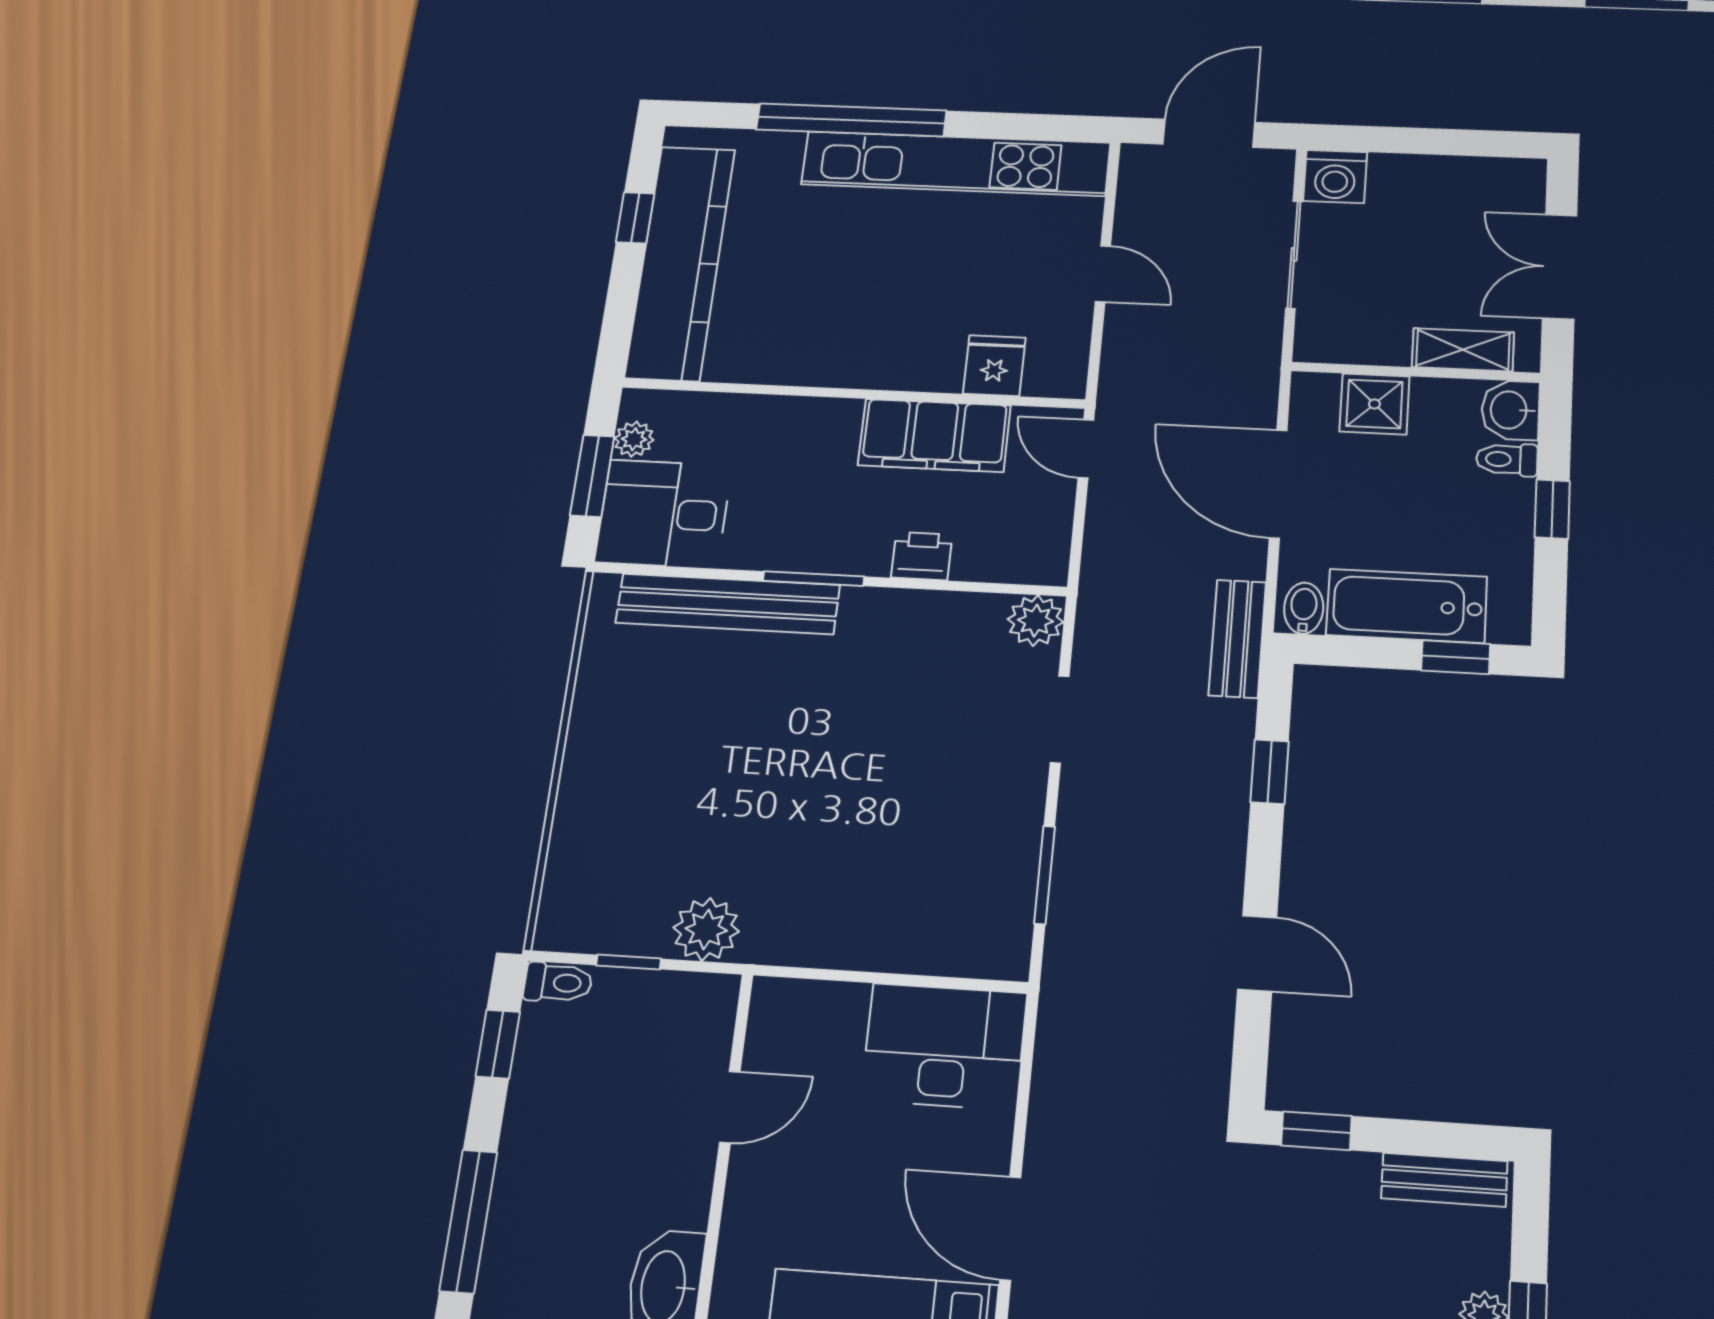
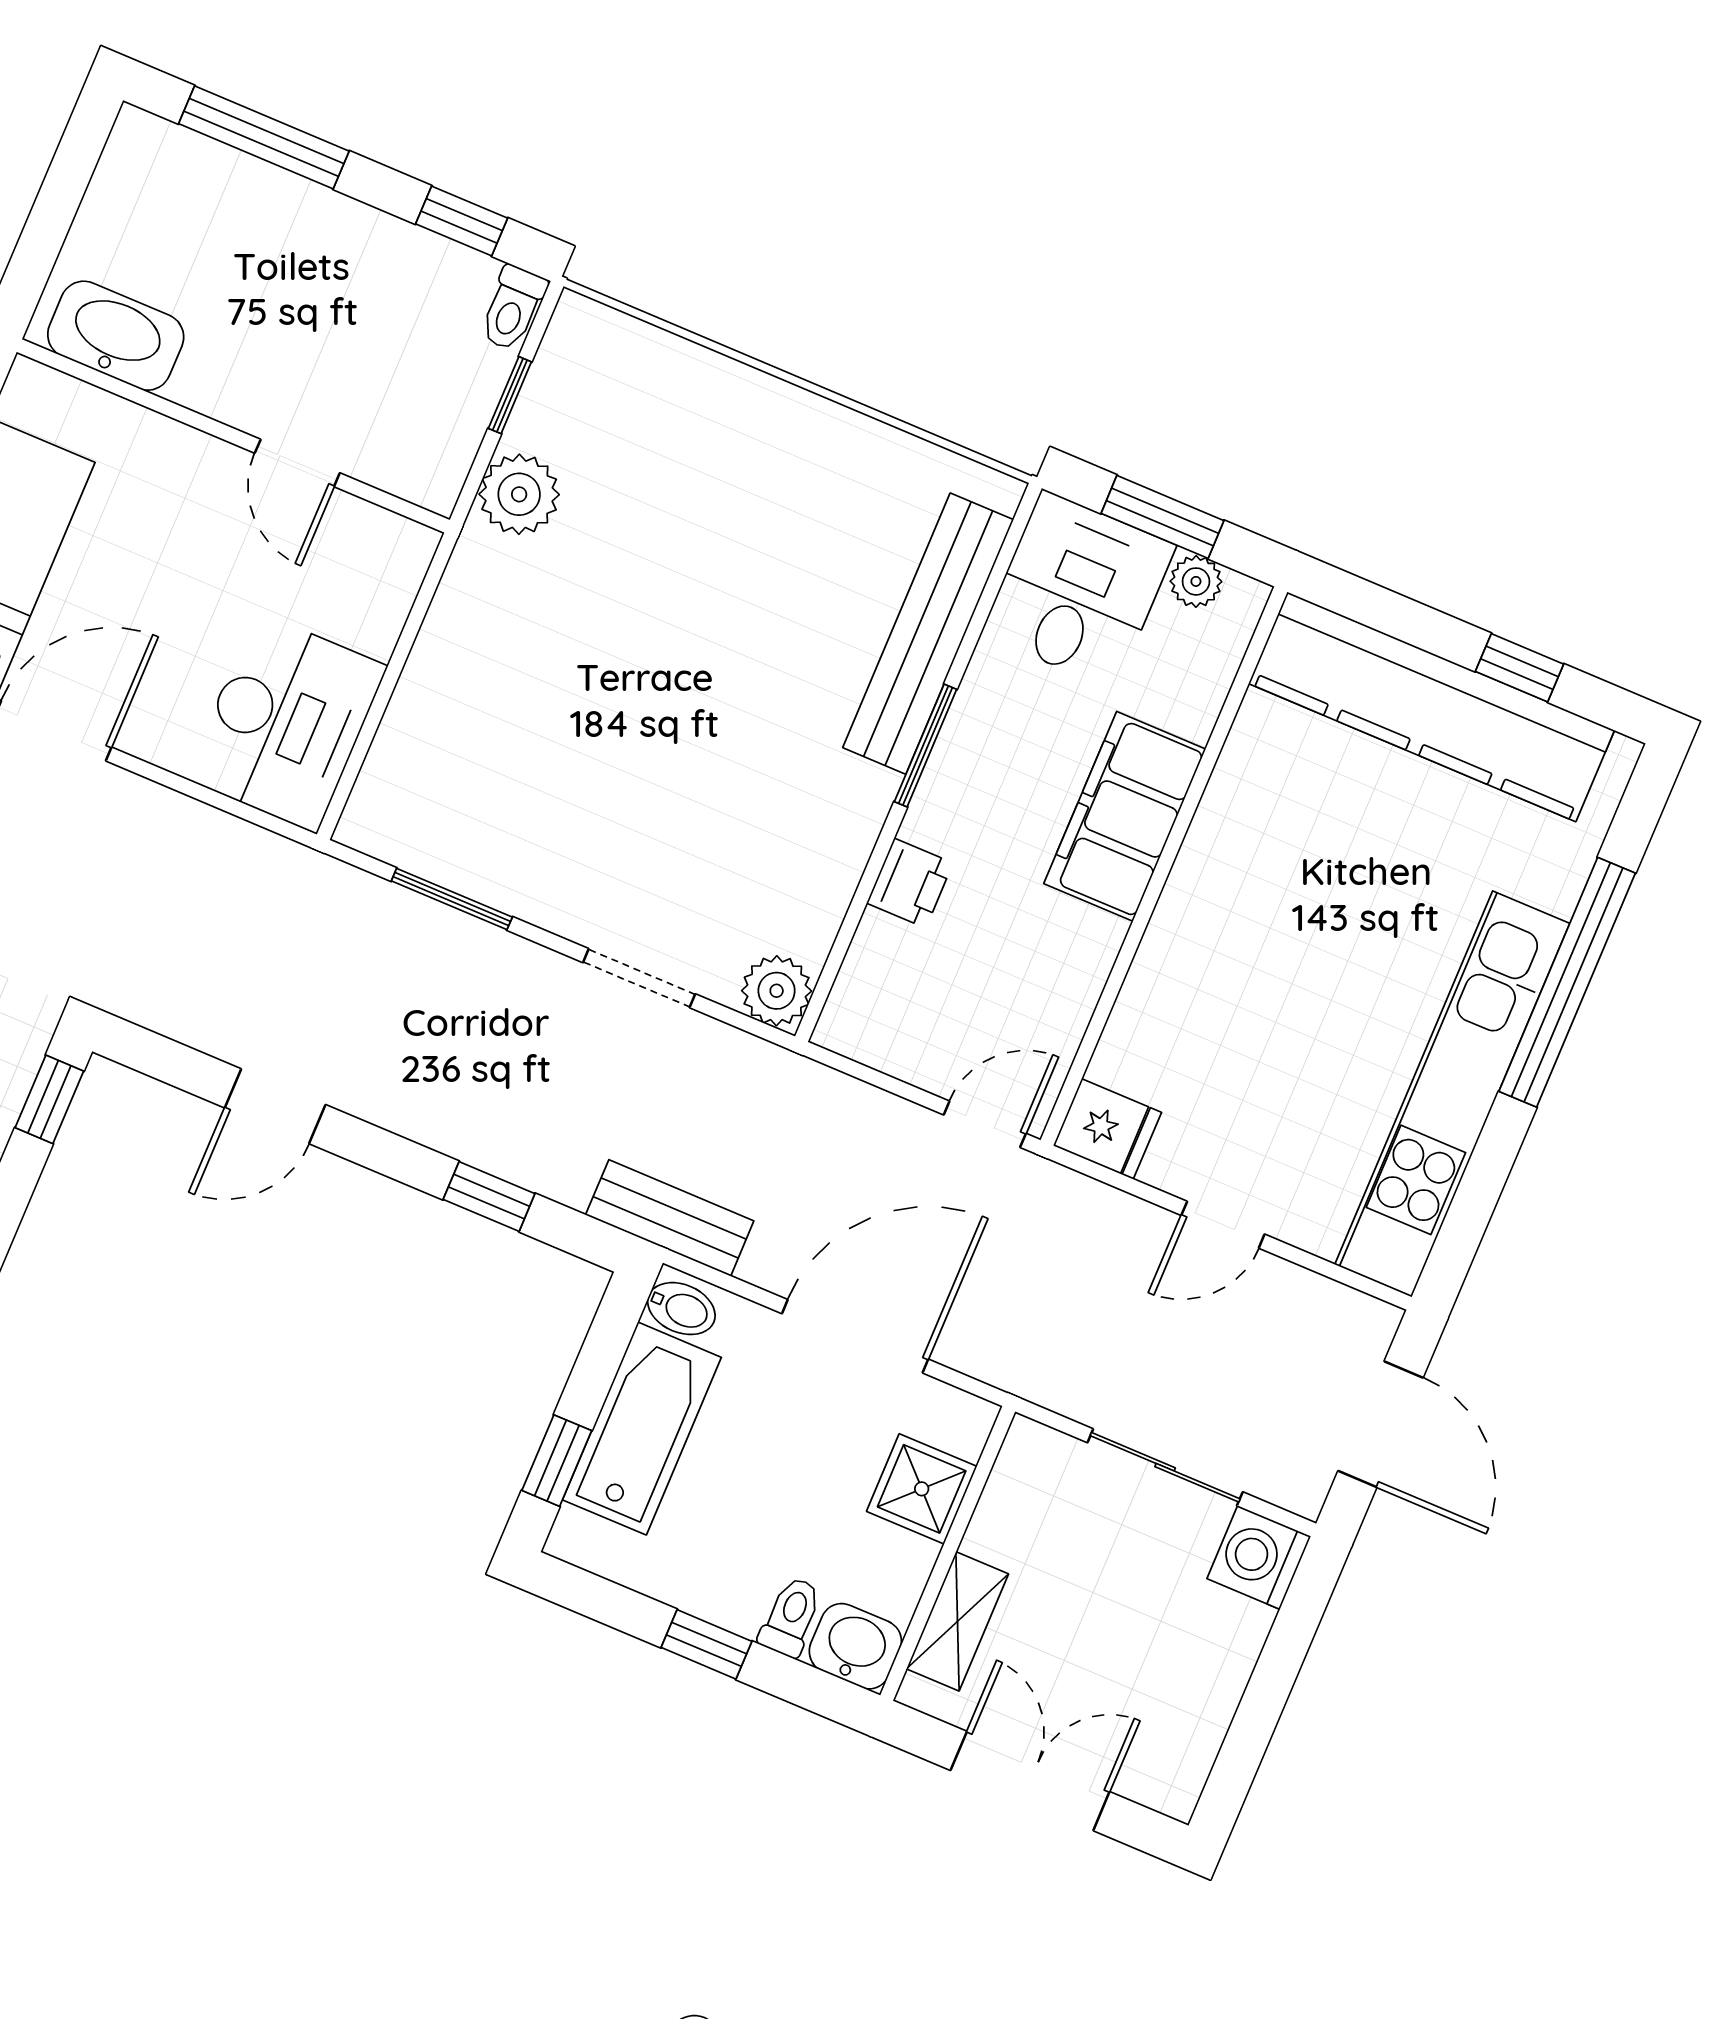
fridge: (994, 366) -> (1107, 1129), moved
filing cabinet: (934, 435) -> (1125, 816), moved

